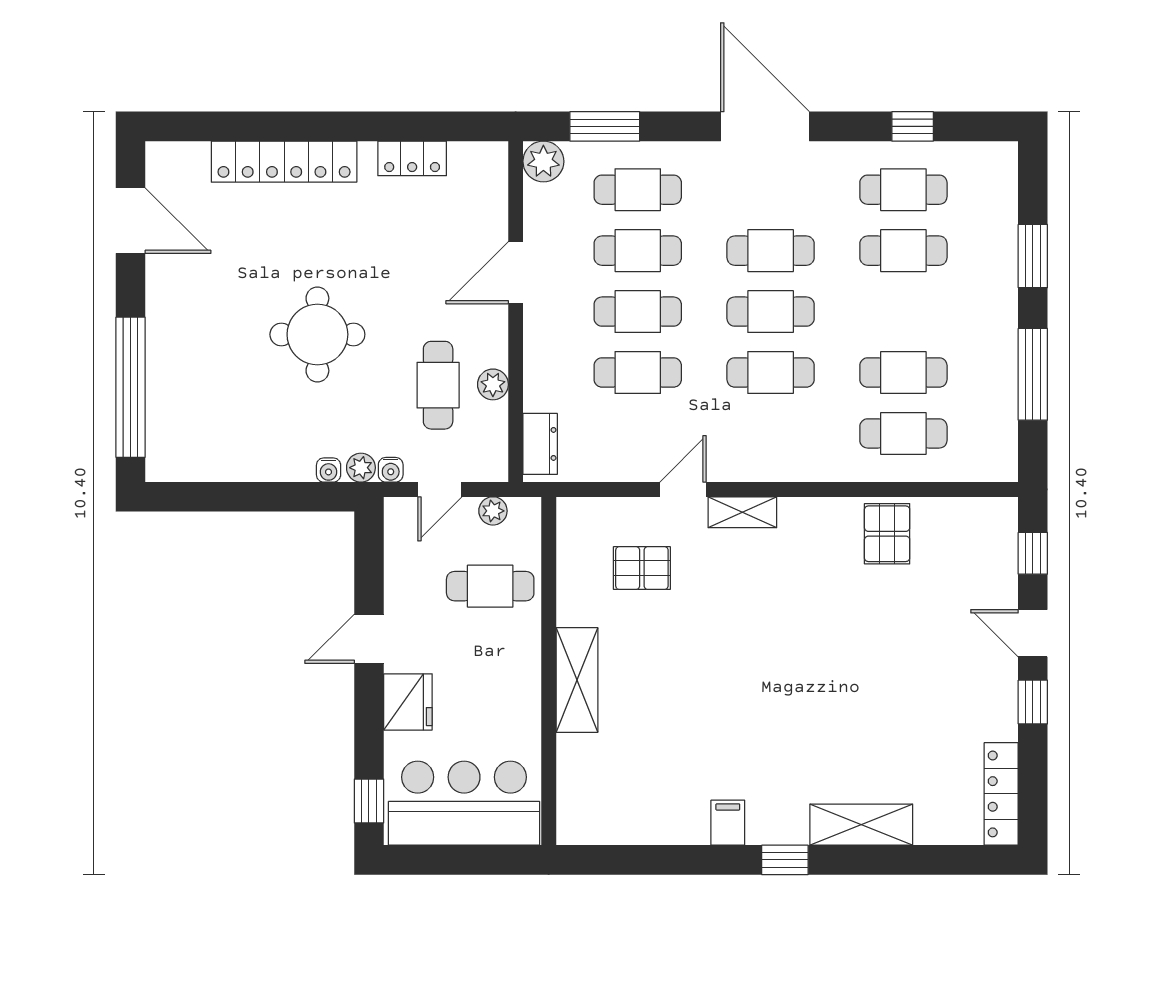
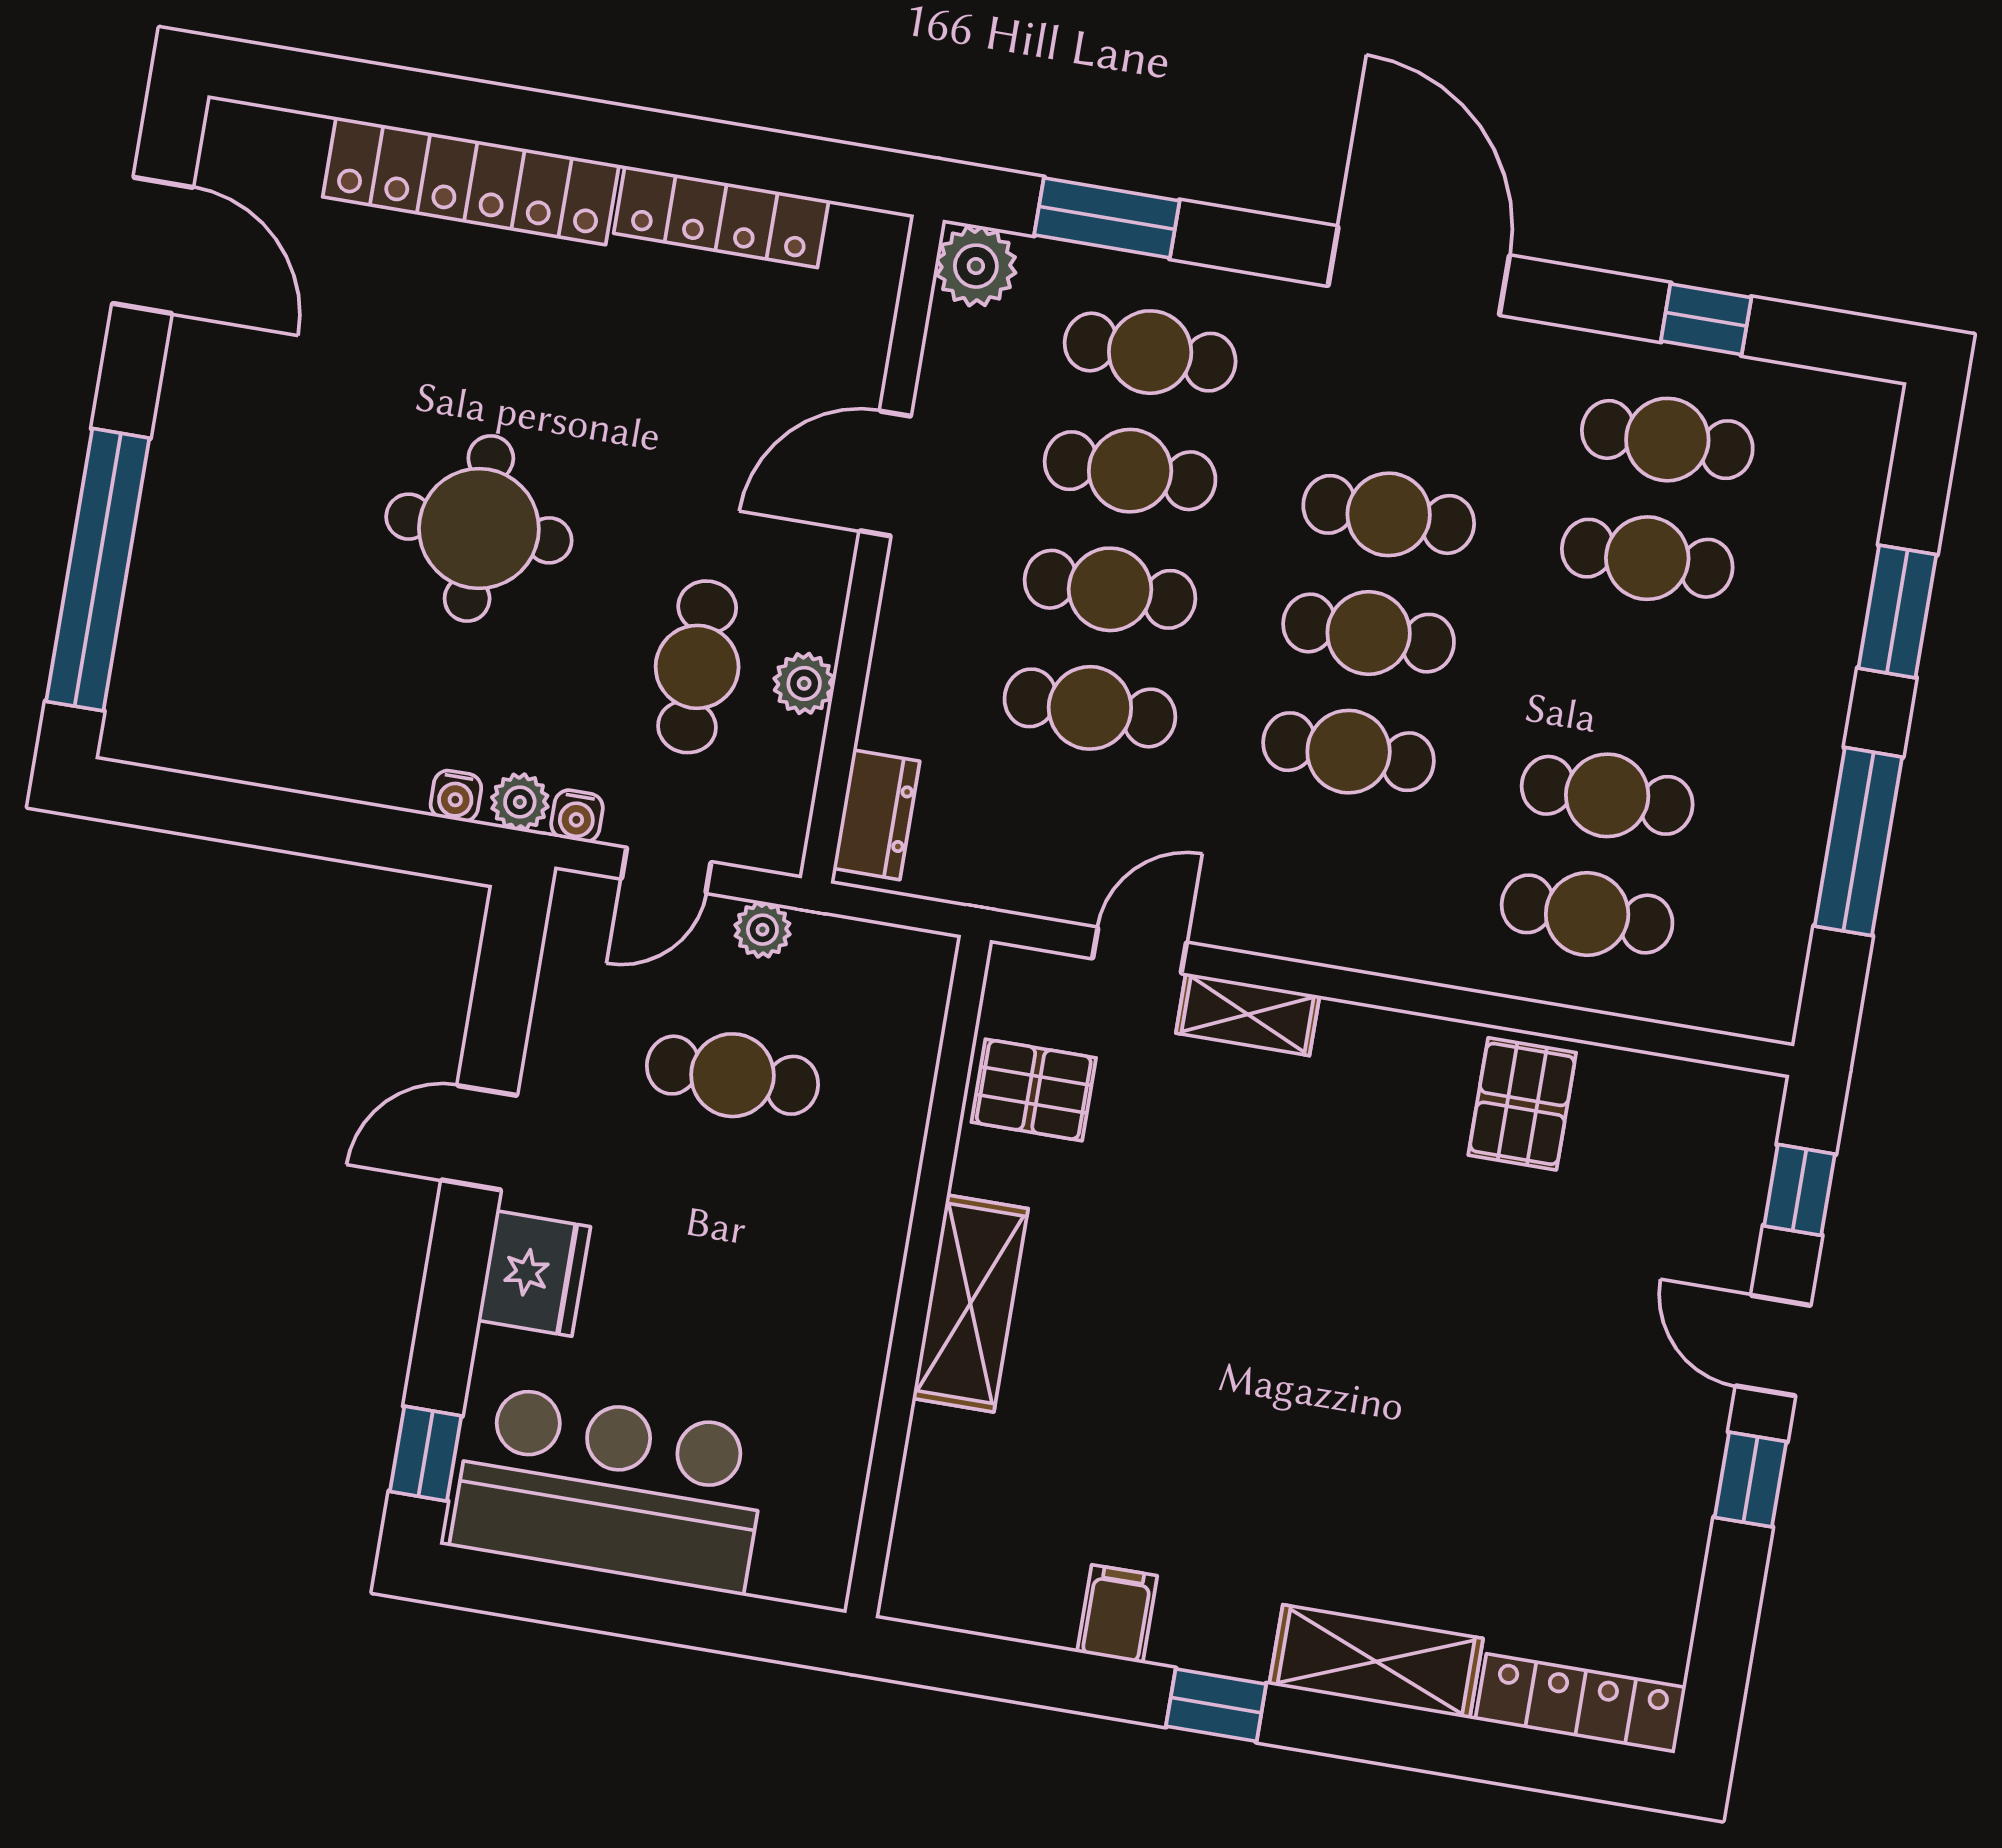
locker: (412, 158) -> (721, 217), width x1.53
wall: (549, 671) -> (918, 1277), moved
shelving: (577, 680) -> (970, 1303), moved
locker: (1001, 794) -> (1581, 1703), moved, turned 90

